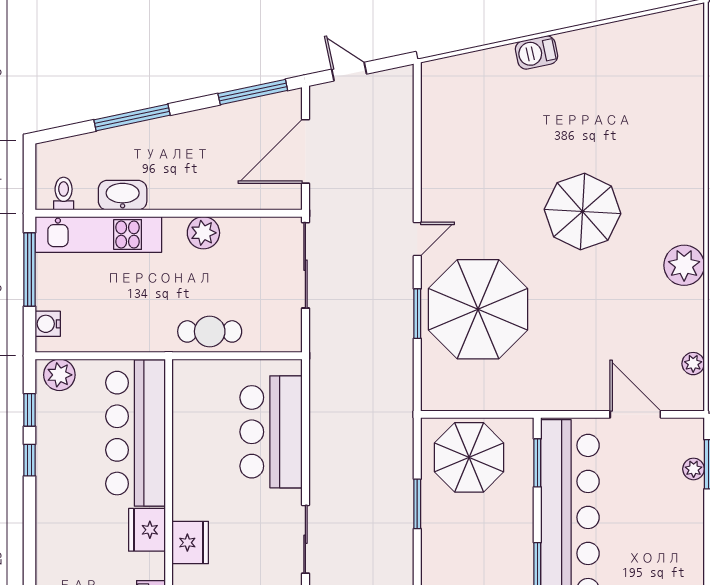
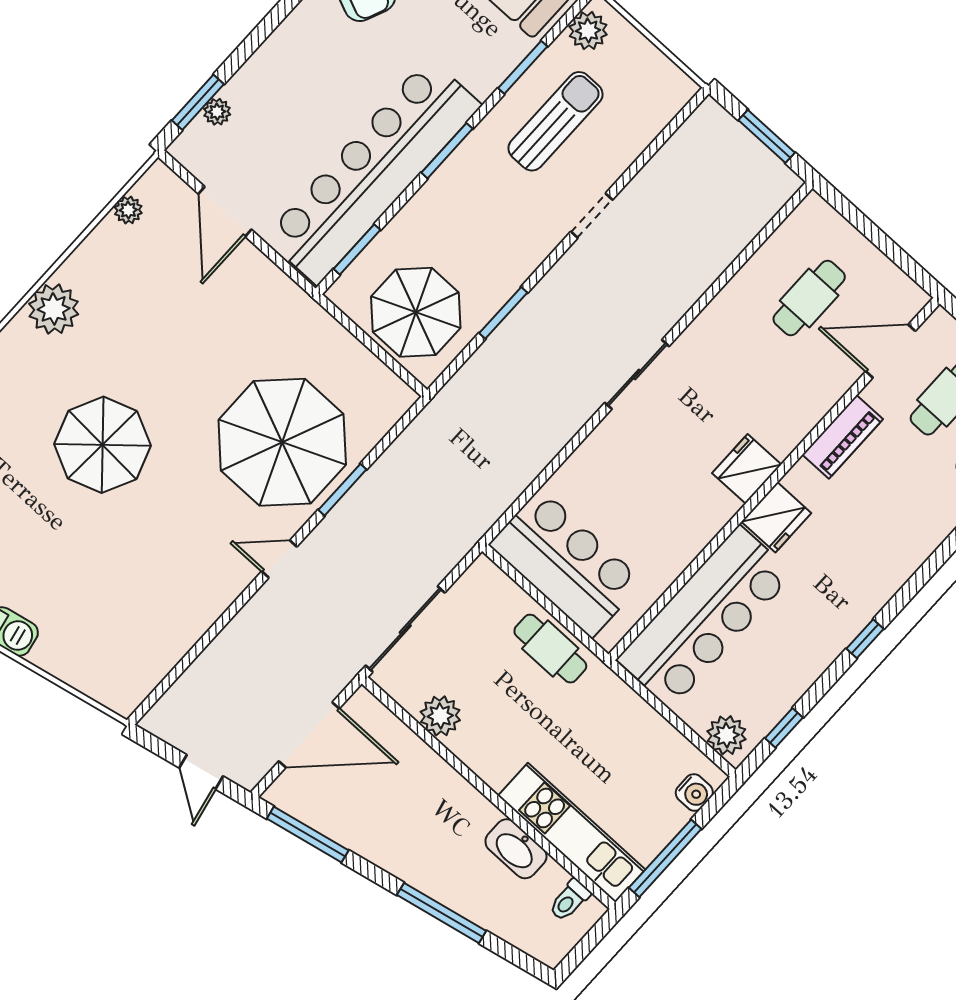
plant: (203, 233) -> (440, 716), moved
bar counter: (271, 432) -> (566, 563), moved, turned -90
window: (30, 460) -> (865, 639), moved

